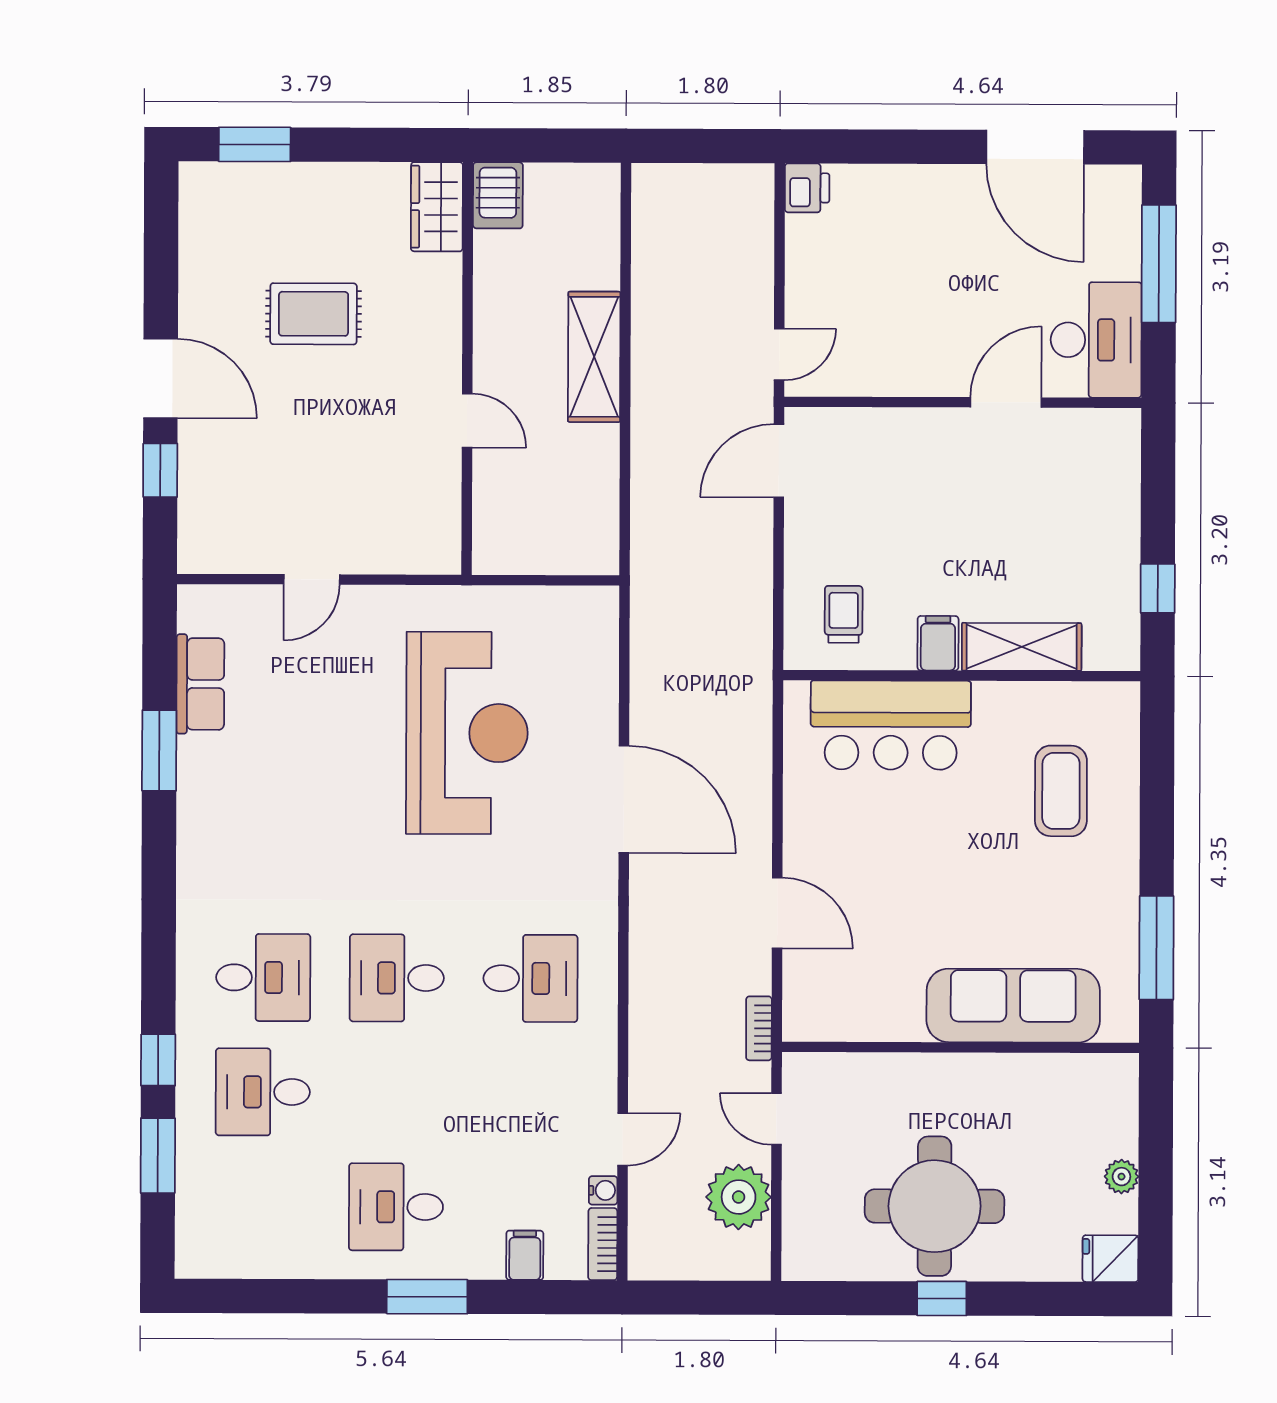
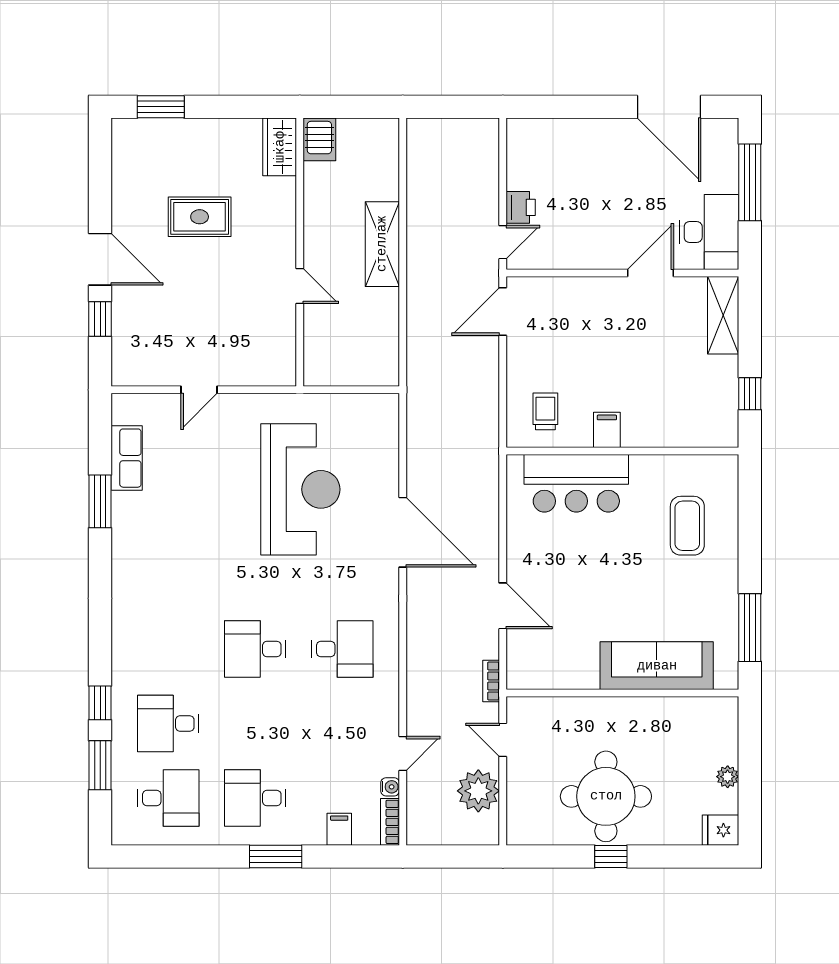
printer: (807, 188) -> (521, 207), moved
shelving: (1022, 647) -> (723, 315), moved, turned 90
desk: (263, 977) -> (168, 798), moved

